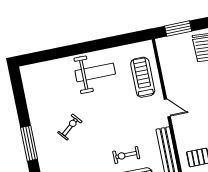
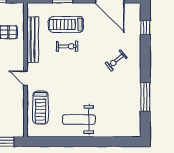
exercise bike: (70, 127) -> (116, 61), moved
window: (29, 143) -> (145, 97), moved

